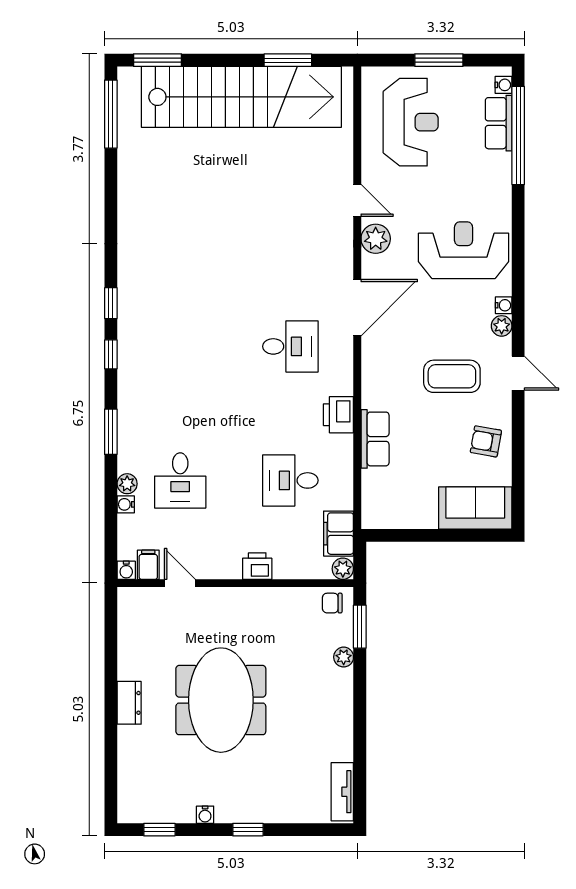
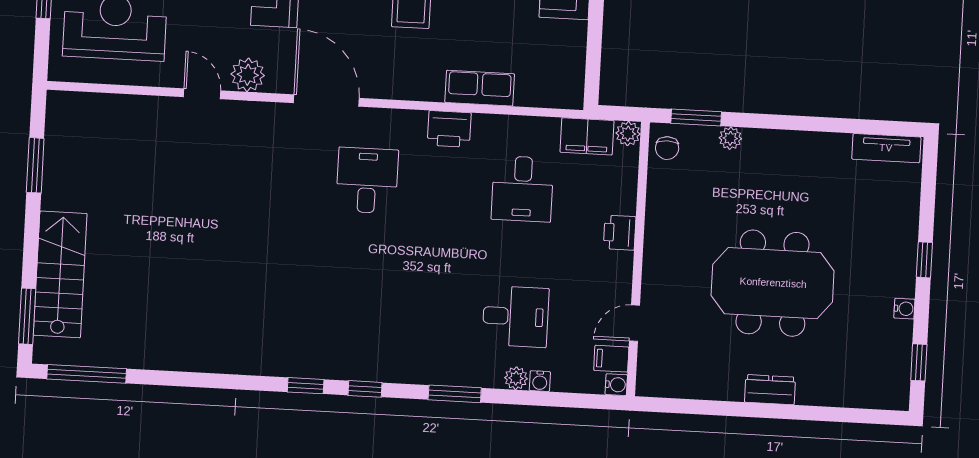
stairs: (241, 97) -> (60, 274), width x0.54, depth x0.66
door: (357, 200) -> (202, 94), hinge flipped

